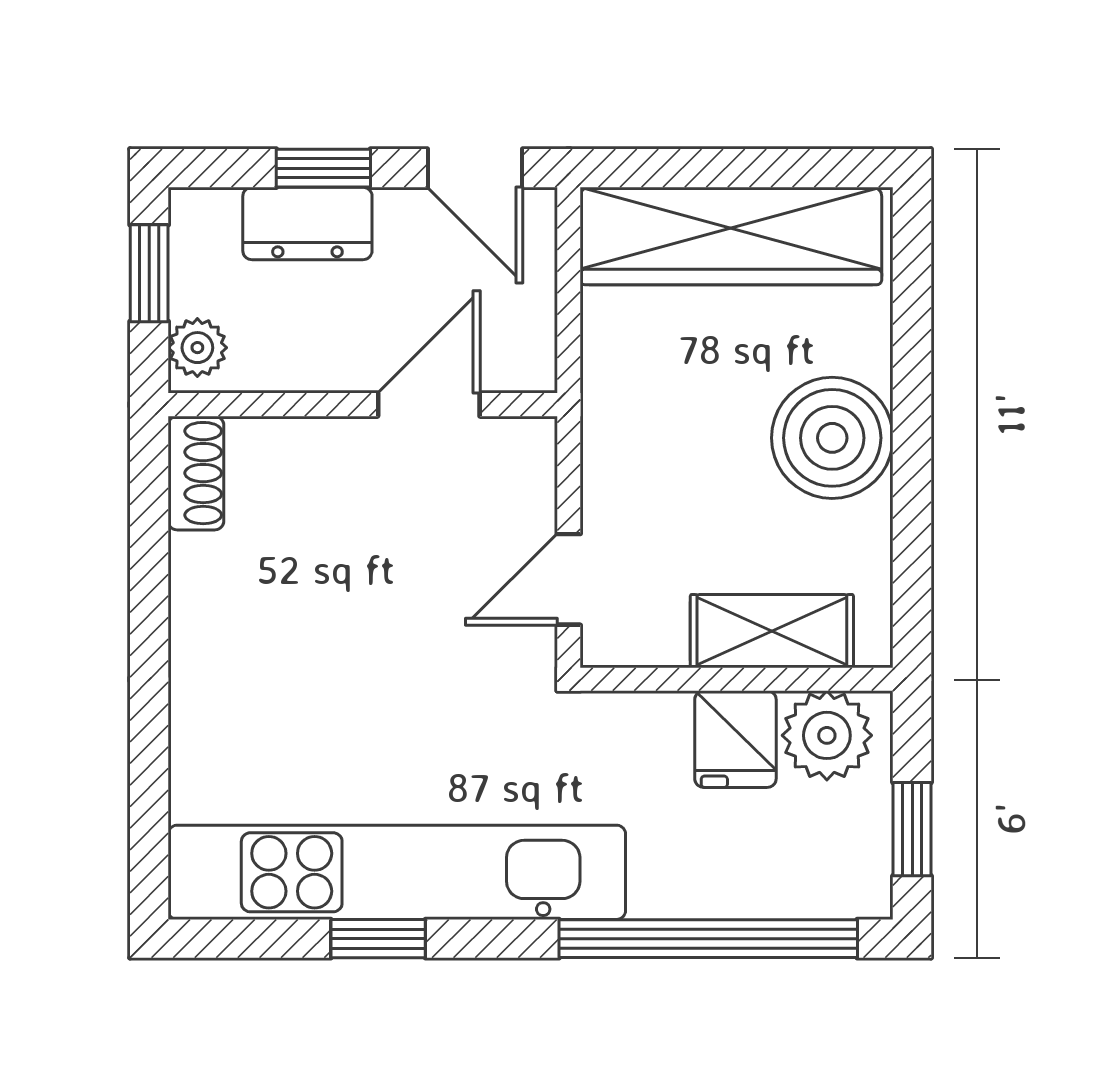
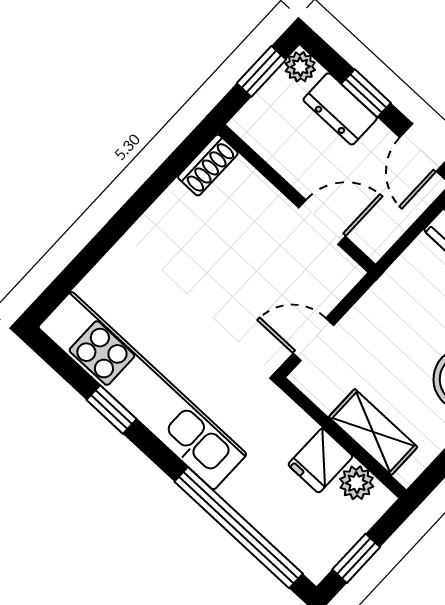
plant: (197, 348) -> (300, 67), moved
plant: (827, 735) -> (357, 483), width x0.73, depth x0.73

